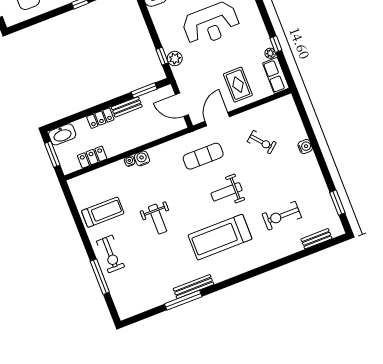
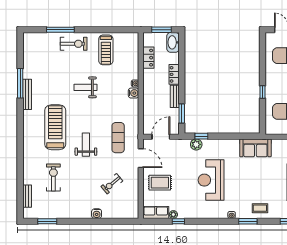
exercise bike: (110, 254) -> (74, 44), turned 180

